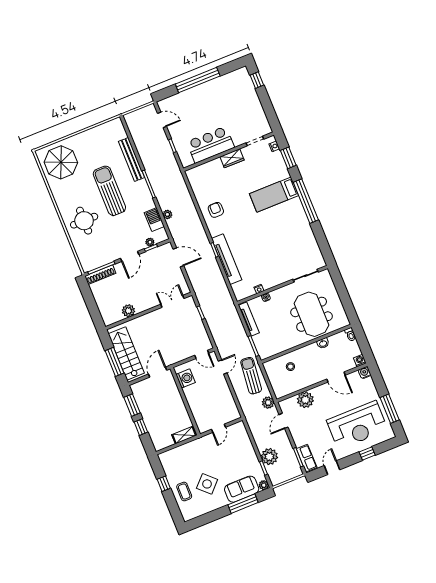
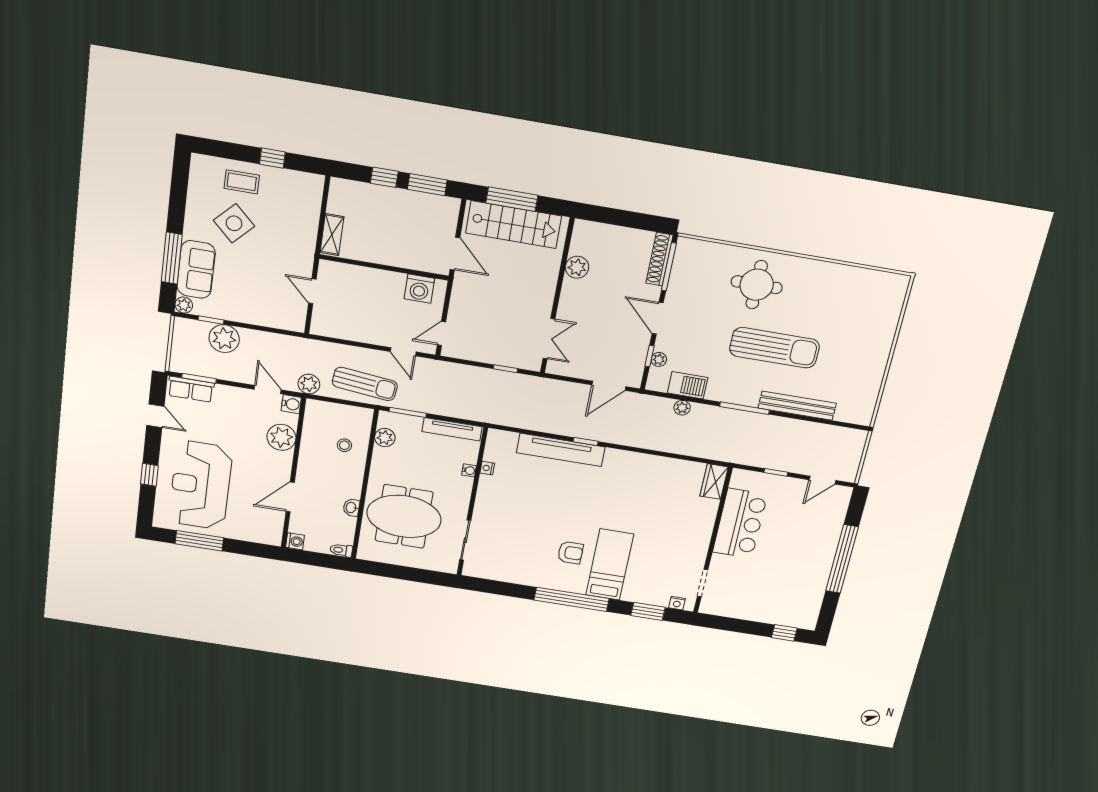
wardrobe: (232, 158) -> (714, 482), moved
parasol: (61, 162) -> (866, 304), removed
armchair: (216, 210) -> (570, 553), moved
plant: (274, 349) -> (385, 438), added
water cooler: (365, 373) -> (291, 404), moved

